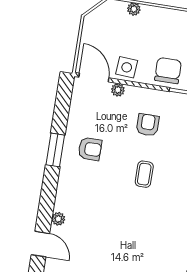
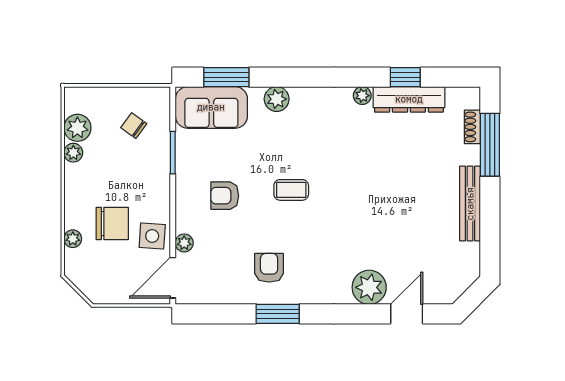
chair: (168, 71) -> (112, 223), moved, turned 180
plant: (58, 219) -> (369, 287), width x1.88, depth x1.88

